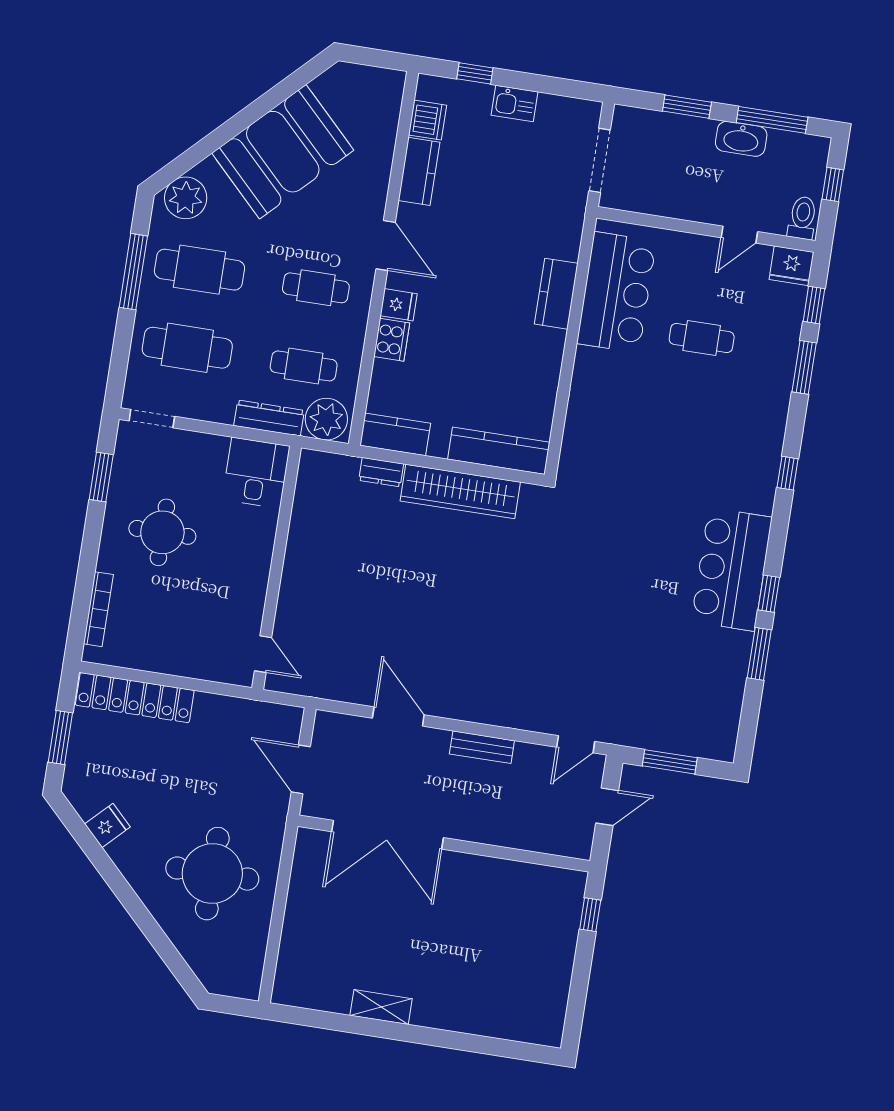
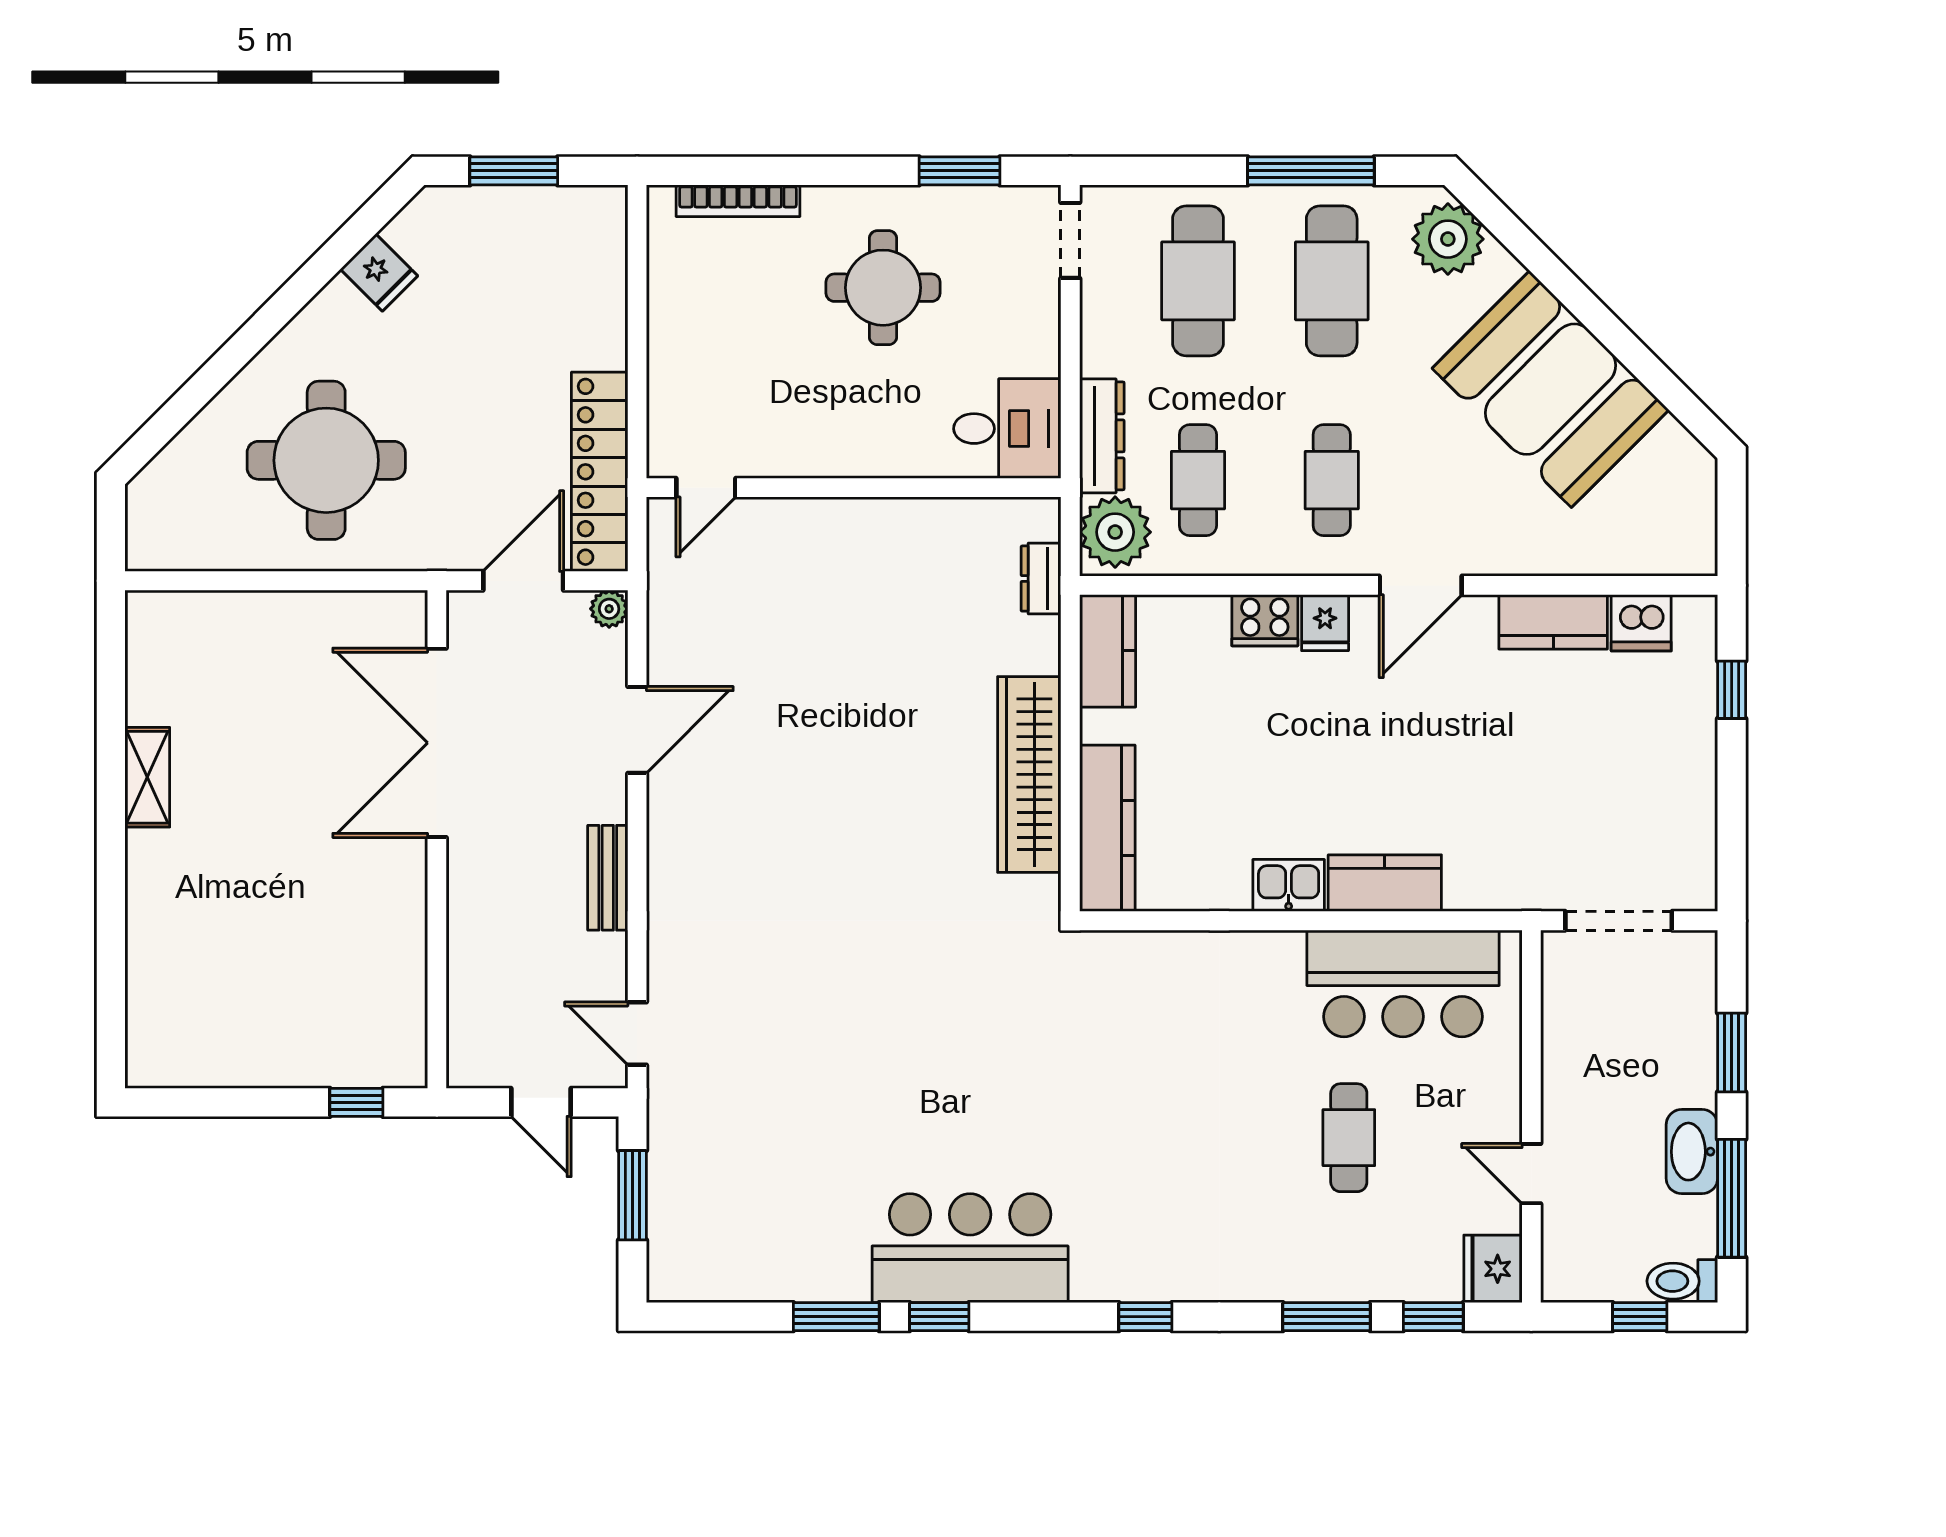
kitchen sink: (514, 103) -> (1289, 885), moved, turned 90
toilet: (802, 218) -> (1682, 1281), moved, turned 180
dresser: (381, 472) -> (1041, 579), moved
locker: (135, 698) -> (600, 472), moved
plant: (325, 722) -> (609, 609), added

